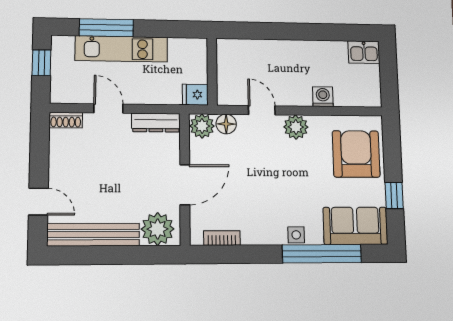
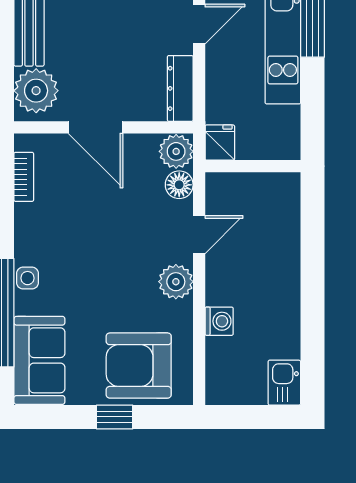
armchair: (356, 154) -> (139, 366), turned 180
window: (394, 195) -> (115, 417), moved

